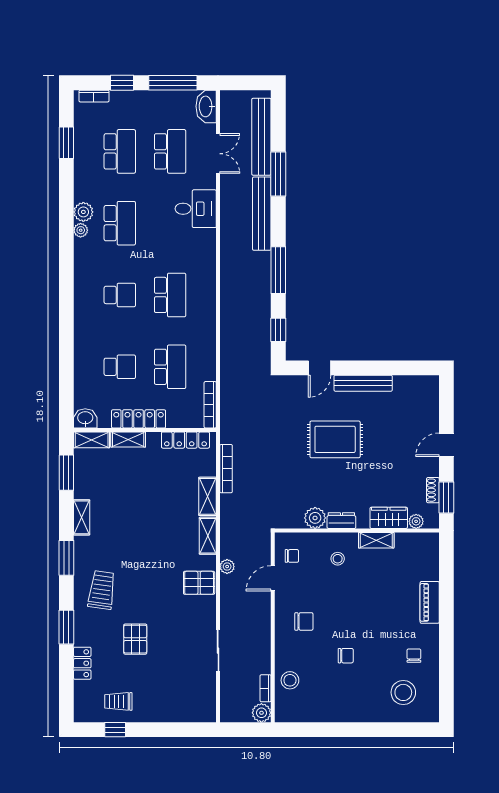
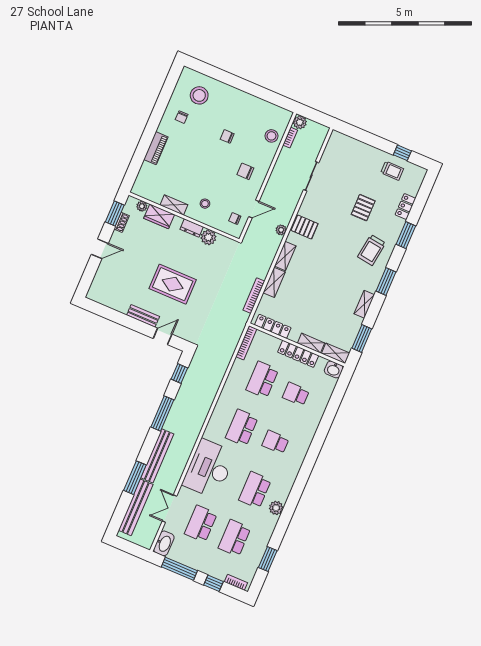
desk: (196, 209) -> (209, 469), width x1.87, depth x1.30
plant: (81, 230) -> (283, 496), removed
bench: (363, 383) -> (143, 316), width x0.73

